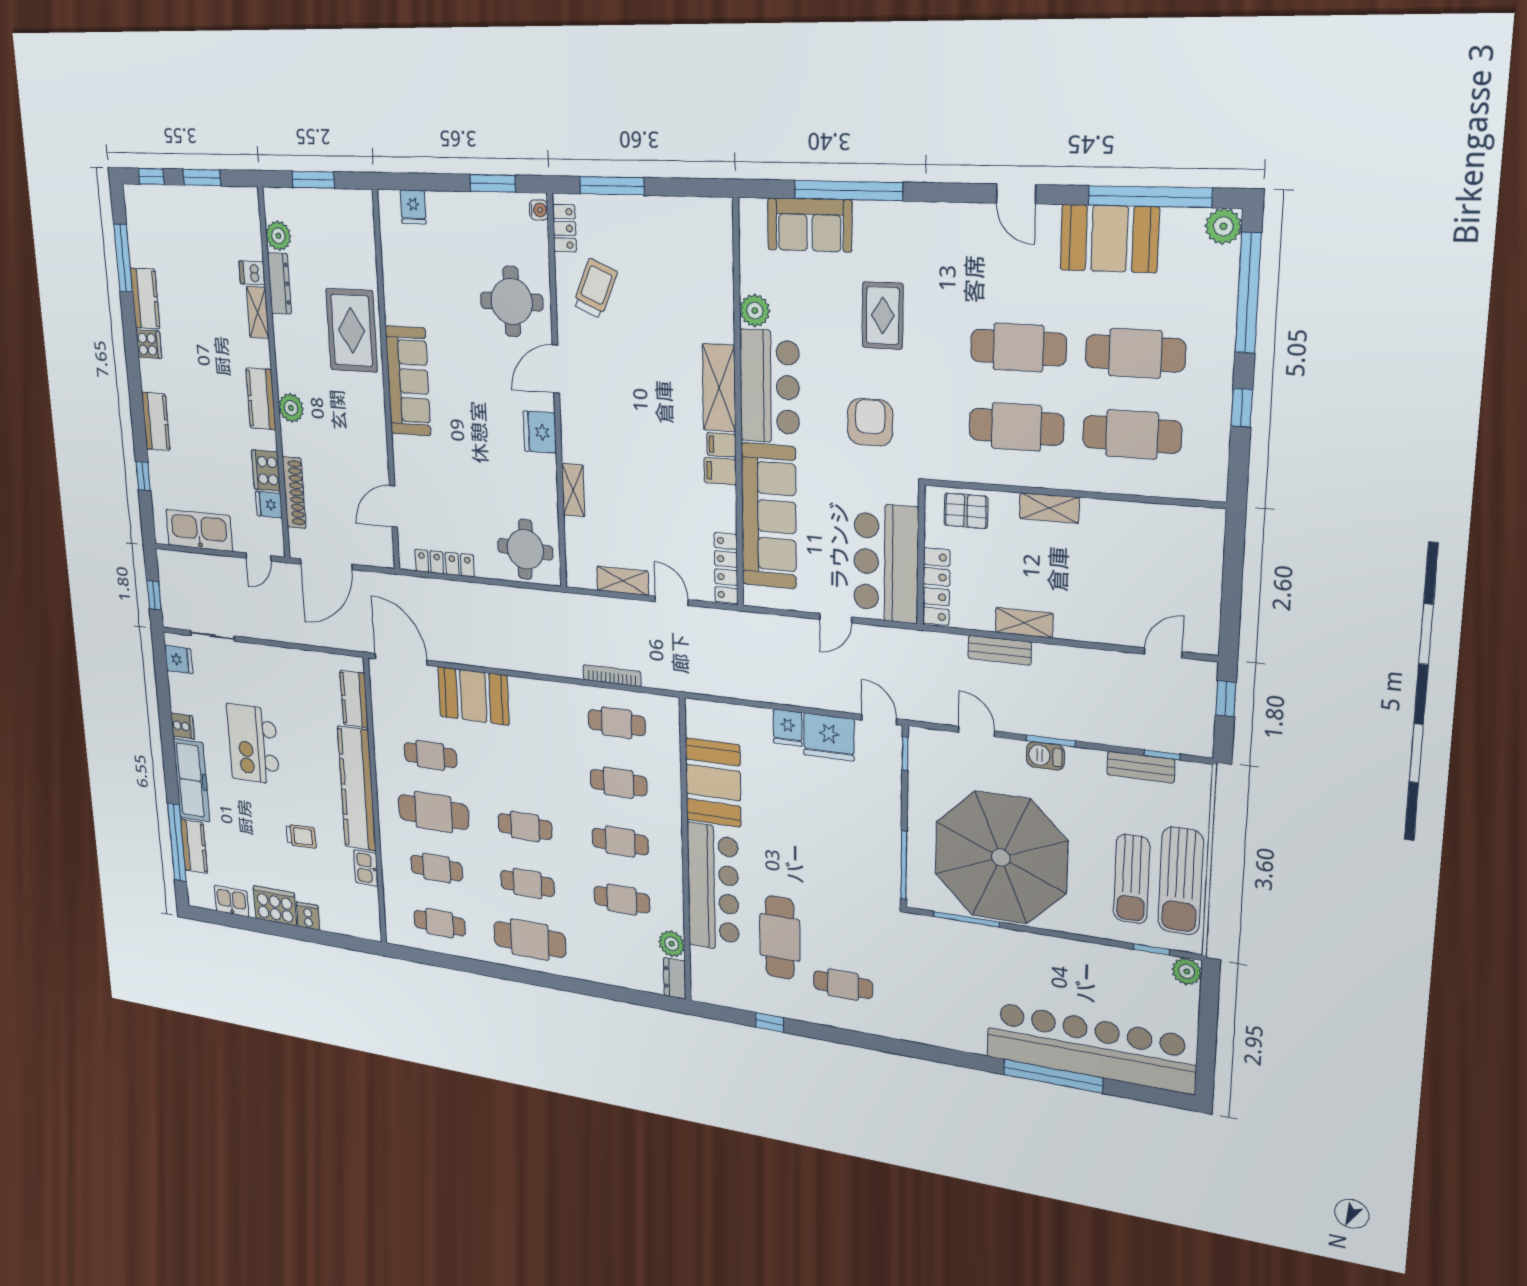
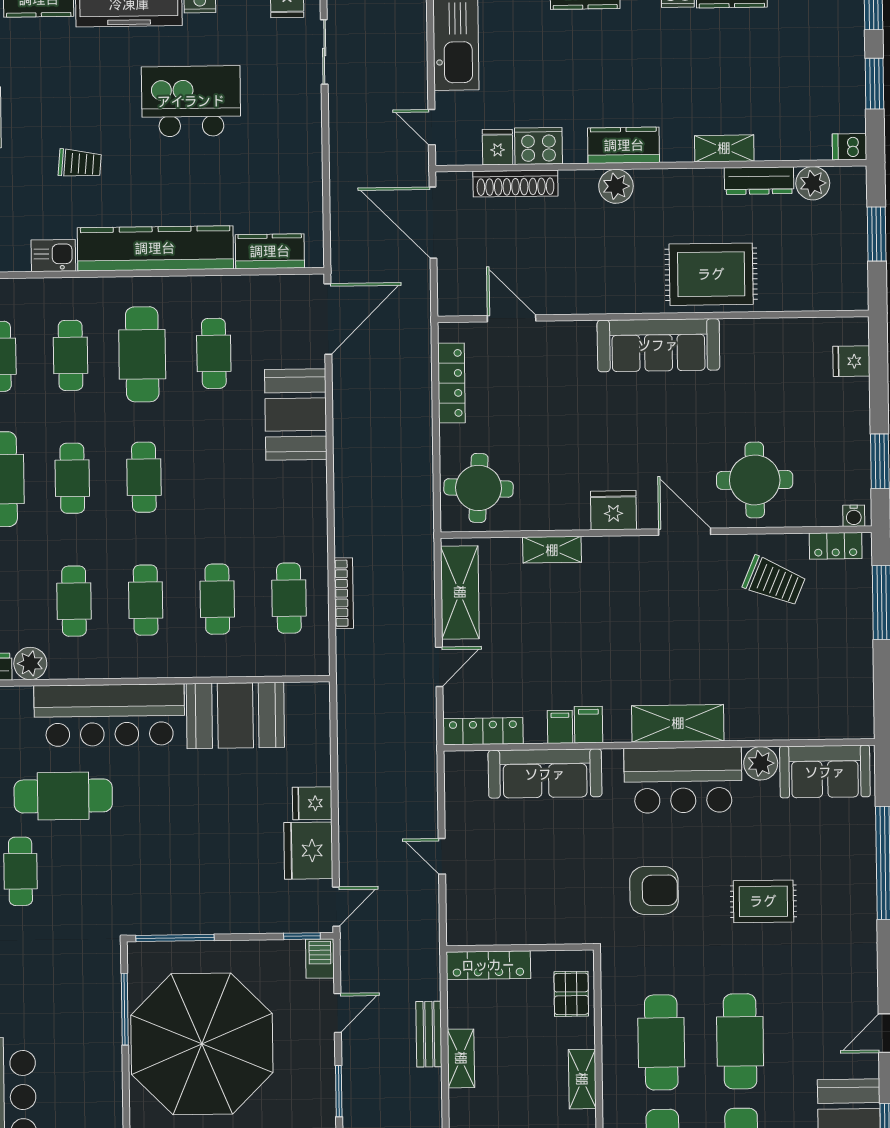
sofa: (810, 225) -> (825, 772), moved, turned -90
dishwasher: (252, 273) -> (850, 147), moved, turned -90
filing cabinet: (721, 445) -> (560, 727), moved
sofa: (769, 516) -> (545, 774), width x0.74, depth x0.79
bar counter: (886, 563) -> (508, 910), removed
shelving: (623, 581) -> (460, 592), width x1.50, depth x1.33
barbecue: (1045, 756) -> (320, 959), moved
trolley: (301, 836) -> (80, 164), turned -83

